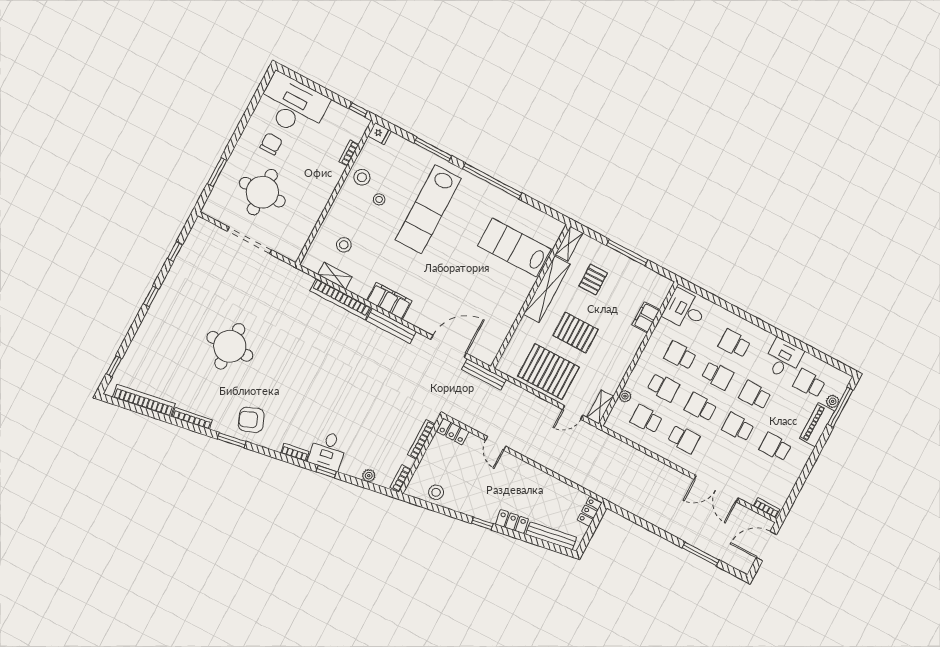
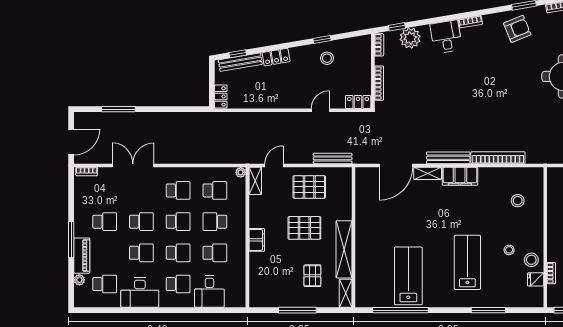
fridge: (380, 133) -> (536, 279), moved
window: (492, 181) -> (400, 310), moved
lab bench: (428, 209) -> (467, 262), width x0.73
lab bench: (514, 247) -> (408, 276), moved, turned -90
shelving: (335, 276) -> (428, 173), moved
desk: (685, 310) -> (209, 291), moved, turned 90
filing cabinet: (646, 317) -> (257, 240), moved
desk: (783, 359) -> (140, 292), width x1.37
pallet: (548, 372) -> (309, 187), width x0.73, depth x0.71
bench: (484, 374) -> (333, 158), moved
school desk: (717, 375) -> (178, 253), turned 180
plant: (625, 396) -> (241, 172), moved
window: (840, 407) -> (71, 240), moved
school desk: (684, 439) -> (178, 190), turned 180
door: (496, 443) -> (320, 110), hinge flipped
window: (326, 472) -> (397, 27), moved
plant: (369, 476) -> (410, 38), width x1.87, depth x1.87
stool: (436, 492) -> (327, 58), moved
window: (482, 523) -> (322, 39), moved
window: (549, 546) -> (238, 54), added

